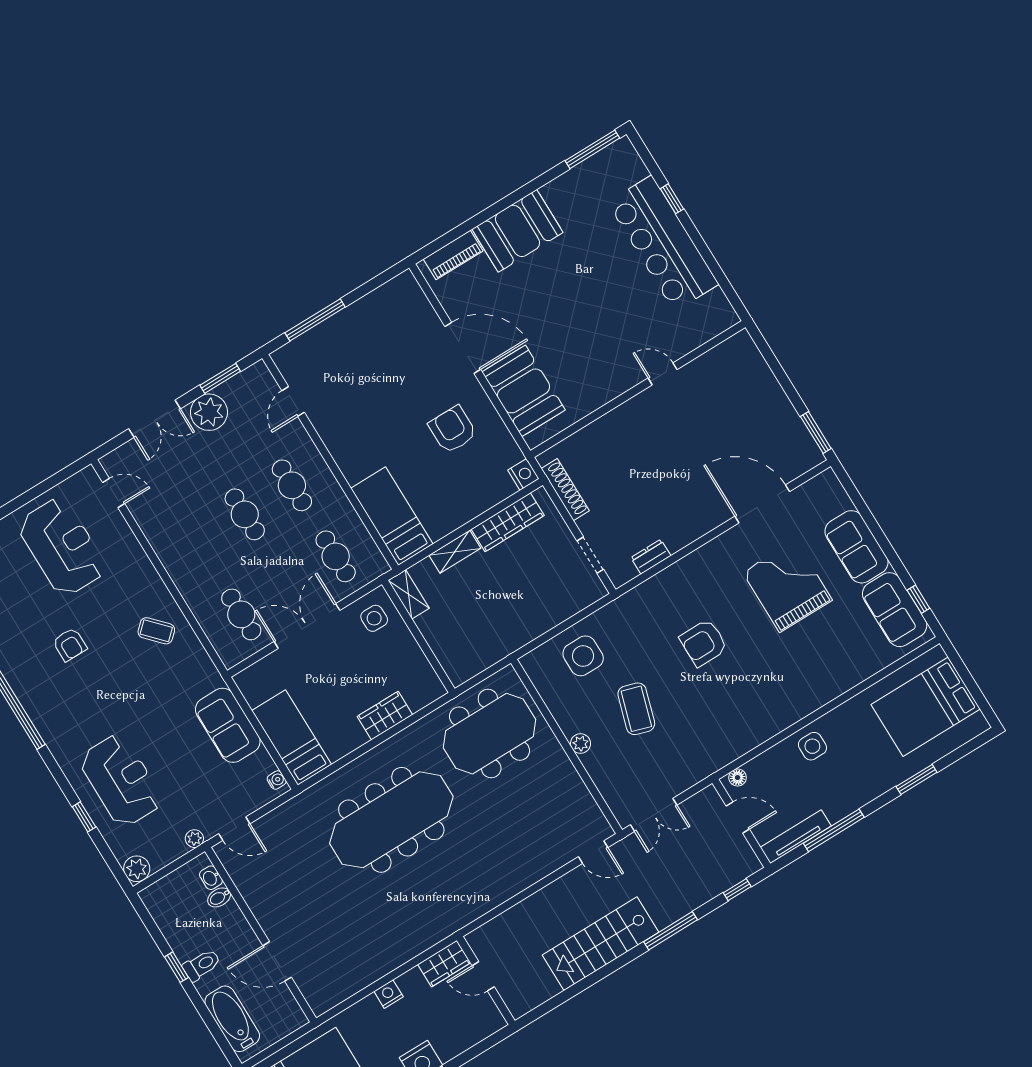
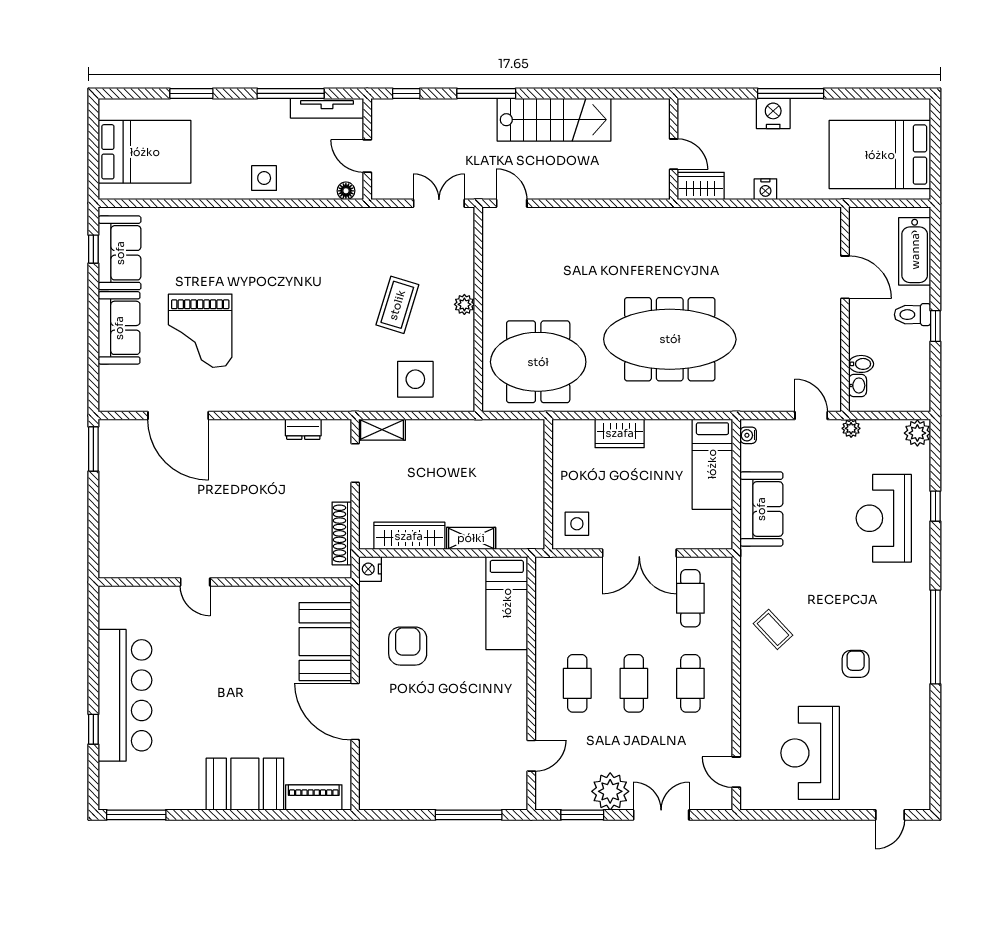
armchair: (453, 429) -> (408, 646), turned 180
cafe table: (336, 556) -> (690, 683), moved
shelving: (409, 594) -> (382, 430), moved, turned 90
armchair: (704, 643) -> (303, 326), removed

